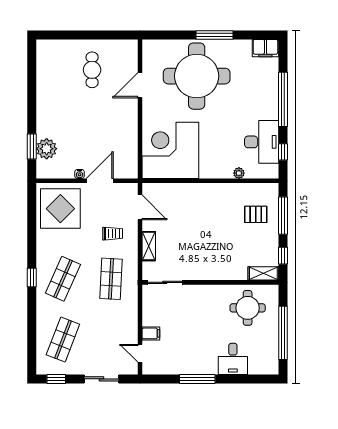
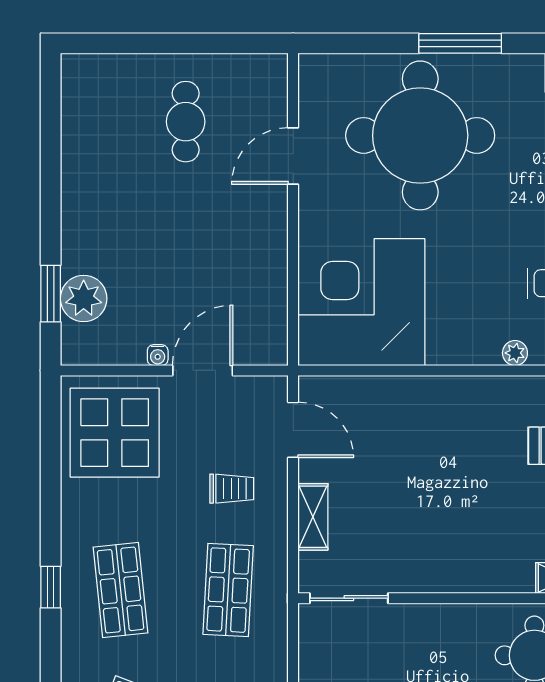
shop shelf: (63, 279) -> (121, 590), turned -30

